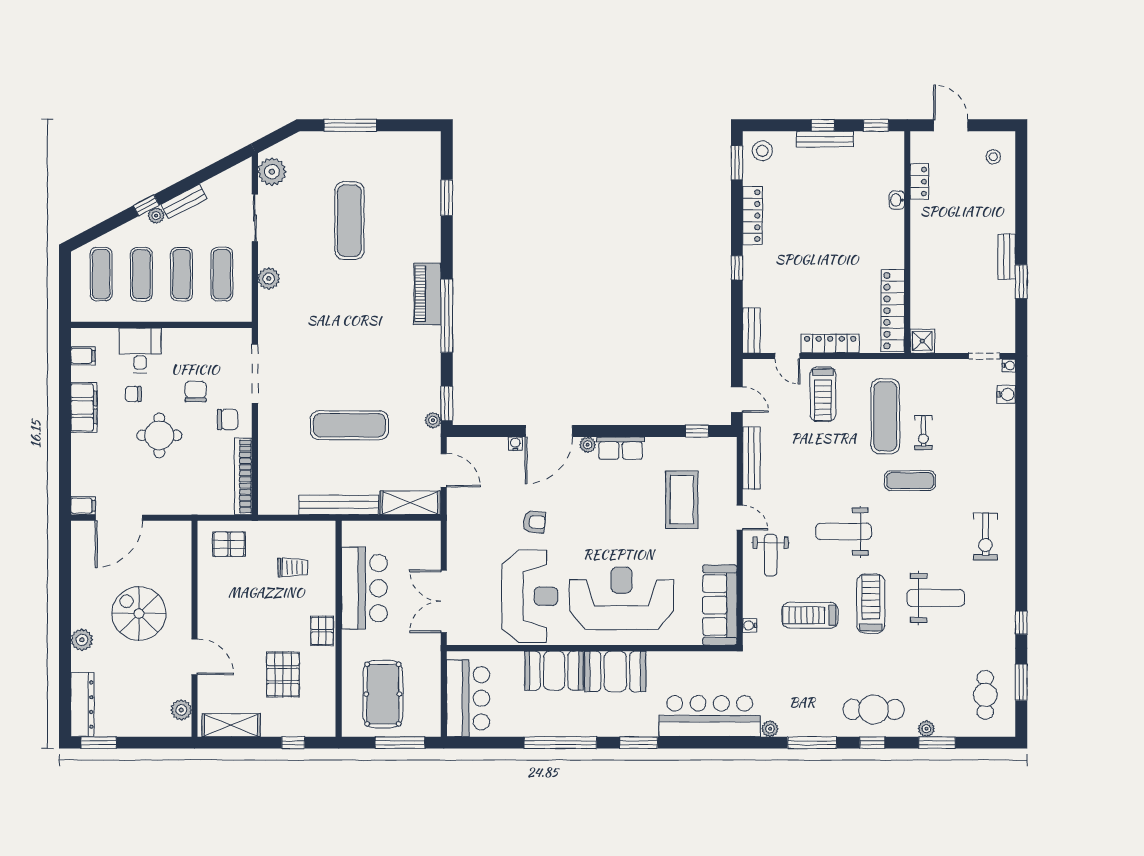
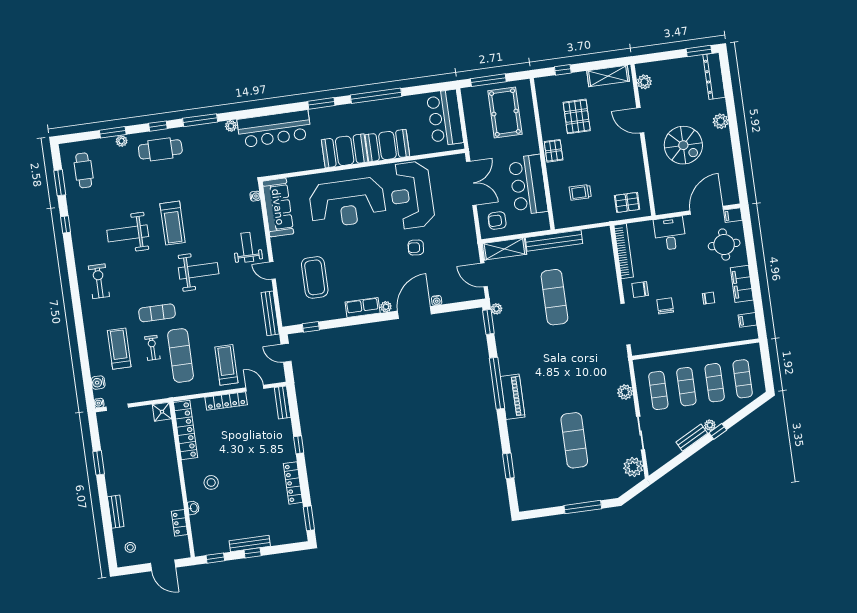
stool: (762, 151) -> (211, 482), moved
bench: (1007, 257) -> (116, 512), moved
desk: (140, 350) -> (670, 233), moved, turned 180
chair: (196, 391) -> (665, 306), turned 180
exercise mat: (349, 425) -> (554, 297), turned 90
round table: (159, 435) -> (724, 245), moved
armchair: (415, 544) -> (497, 221), added
treadmill: (810, 615) -> (119, 349), moved, turned -90

